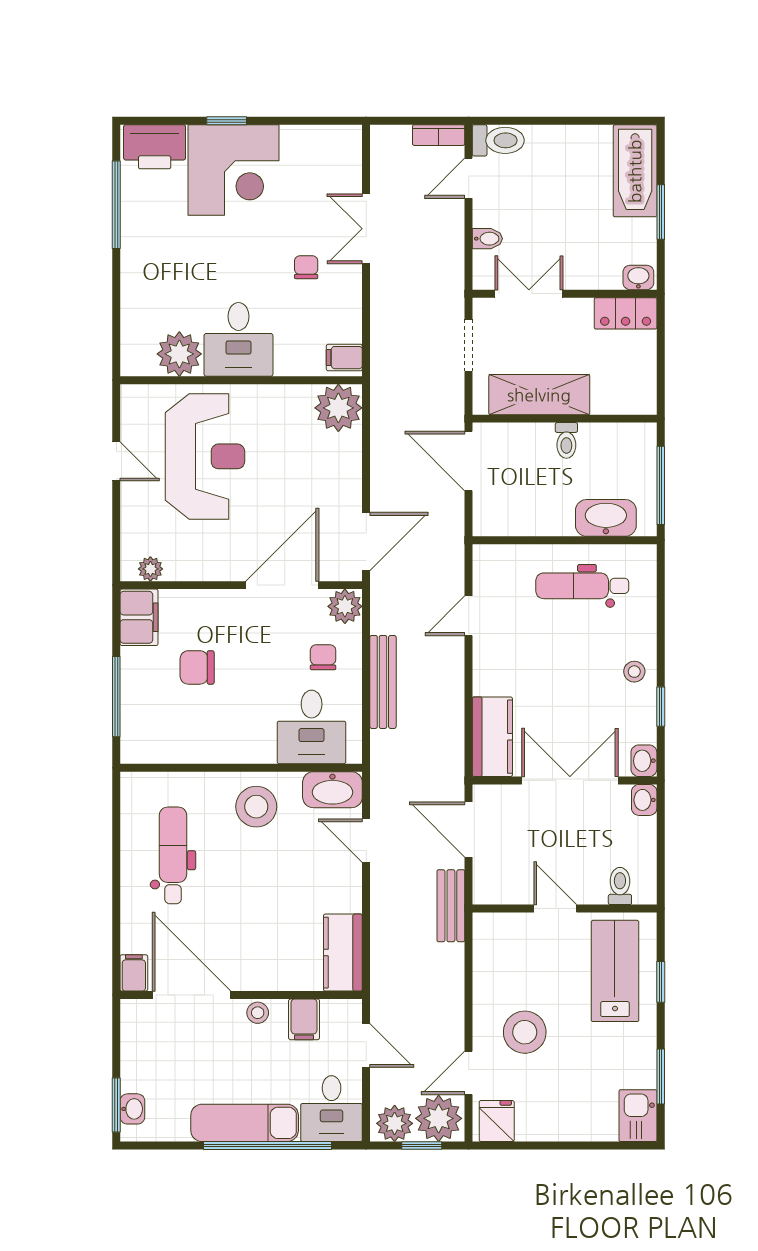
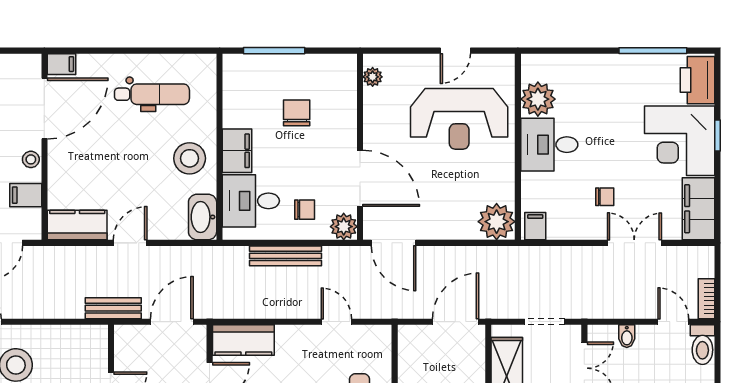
filing cabinet: (322, 146) -> (698, 209), added
filing cabinet: (139, 617) -> (237, 151), moved, turned -90
door: (366, 841) -> (130, 243), moved

